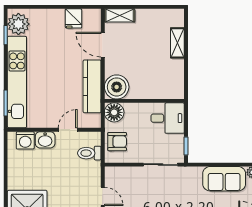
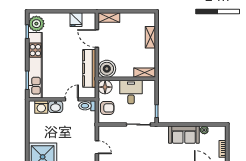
shelving: (169, 92) -> (145, 73), added
desk: (168, 118) -> (131, 92), moved, turned -90
toilet: (89, 153) -> (87, 106), moved

